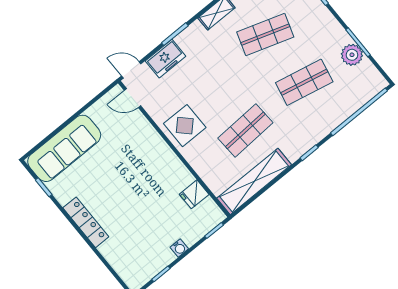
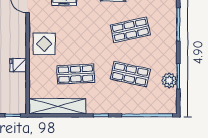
shop shelf: (265, 35) -> (130, 30), turned -30
fridge: (194, 194) -> (18, 65), moved

